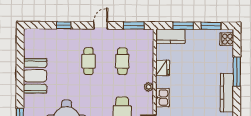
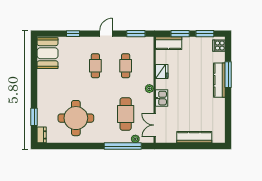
booth: (35, 76) -> (48, 53), moved
kitchen counter: (227, 93) -> (219, 80), moved

